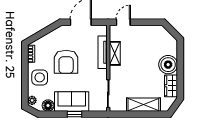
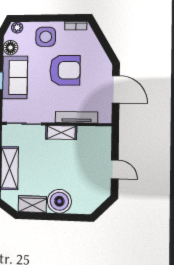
door: (123, 22) -> (115, 169), moved
shelving: (115, 53) -> (61, 133), moved
armchair: (66, 62) -> (65, 70), turned 180

